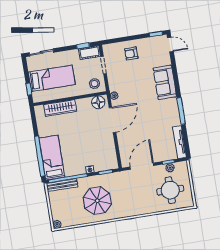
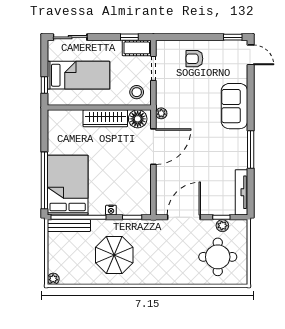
wardrobe: (60, 108) -> (105, 118), moved
bed: (52, 158) -> (68, 185), width x1.50

